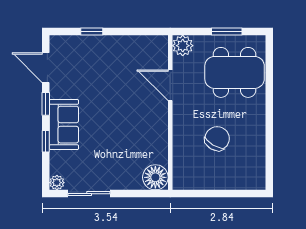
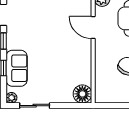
sofa: (64, 125) -> (17, 68), moved

